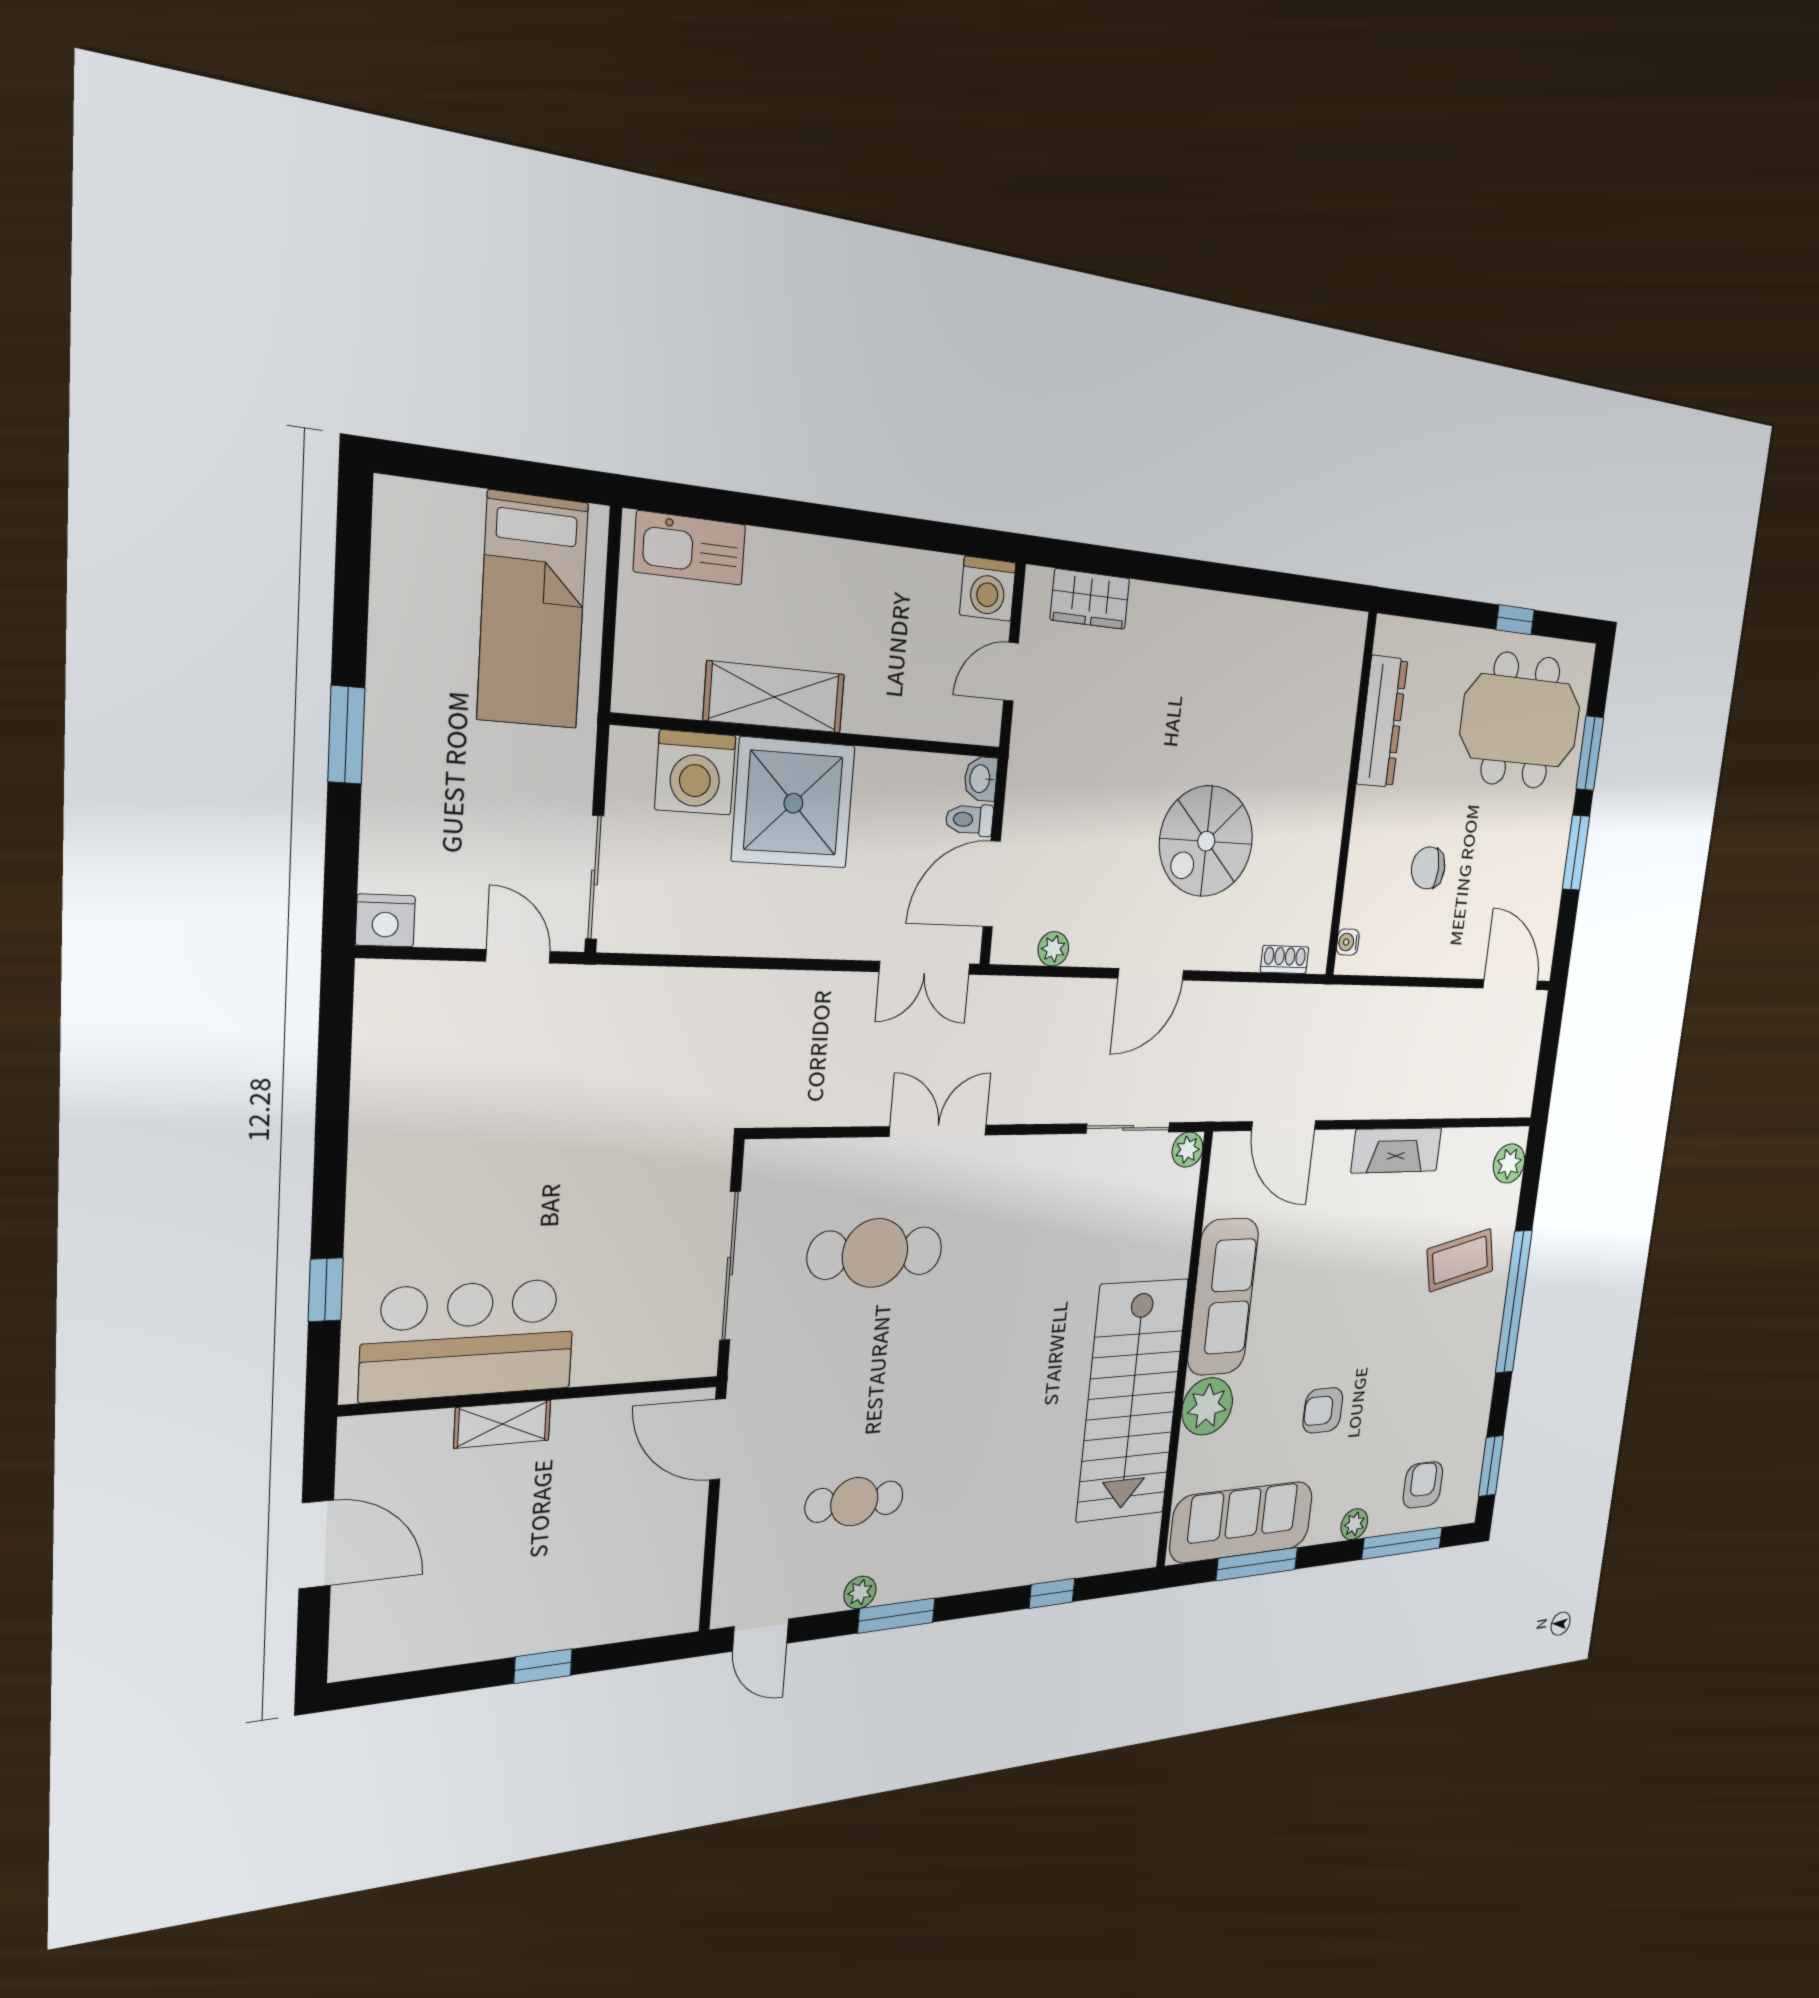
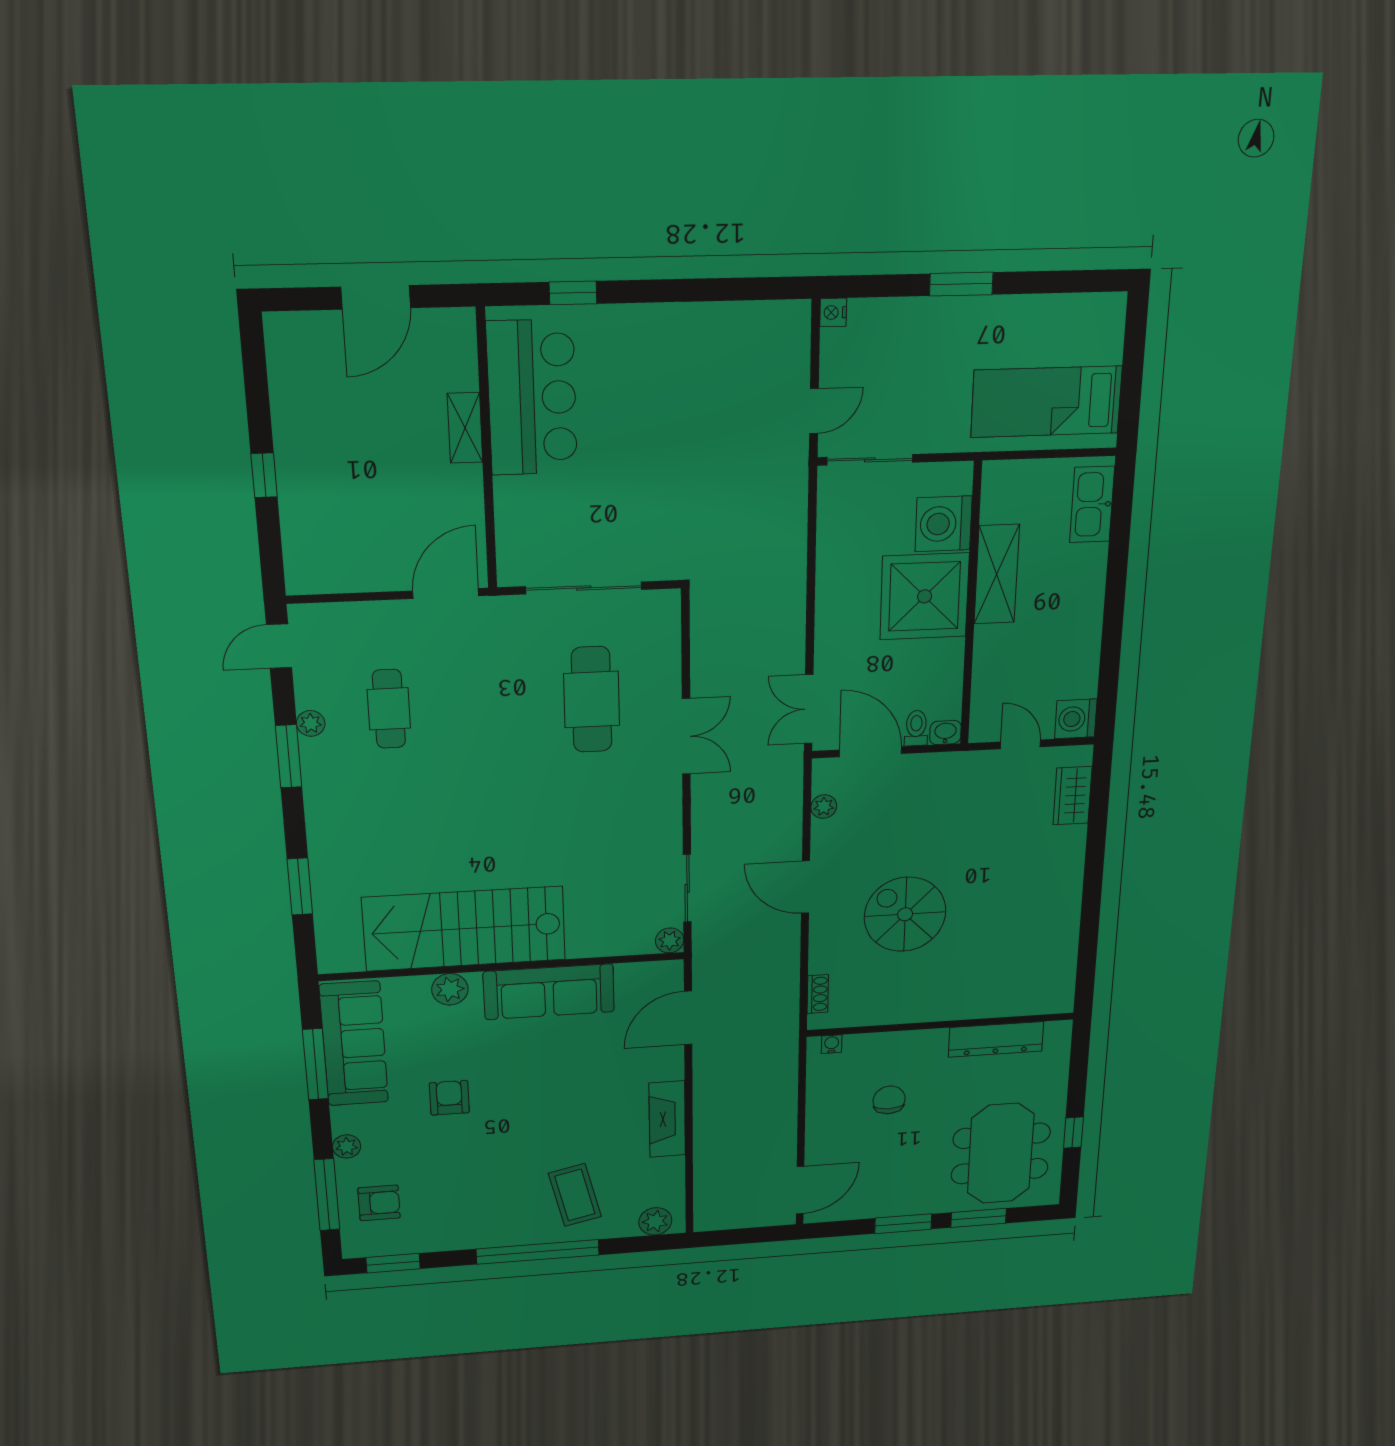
nightstand: (385, 920) -> (833, 312), width x0.72, depth x0.74
plant: (1207, 1406) -> (450, 989), width x0.73, depth x0.73
window: (1052, 1593) -> (300, 886), width x1.50

